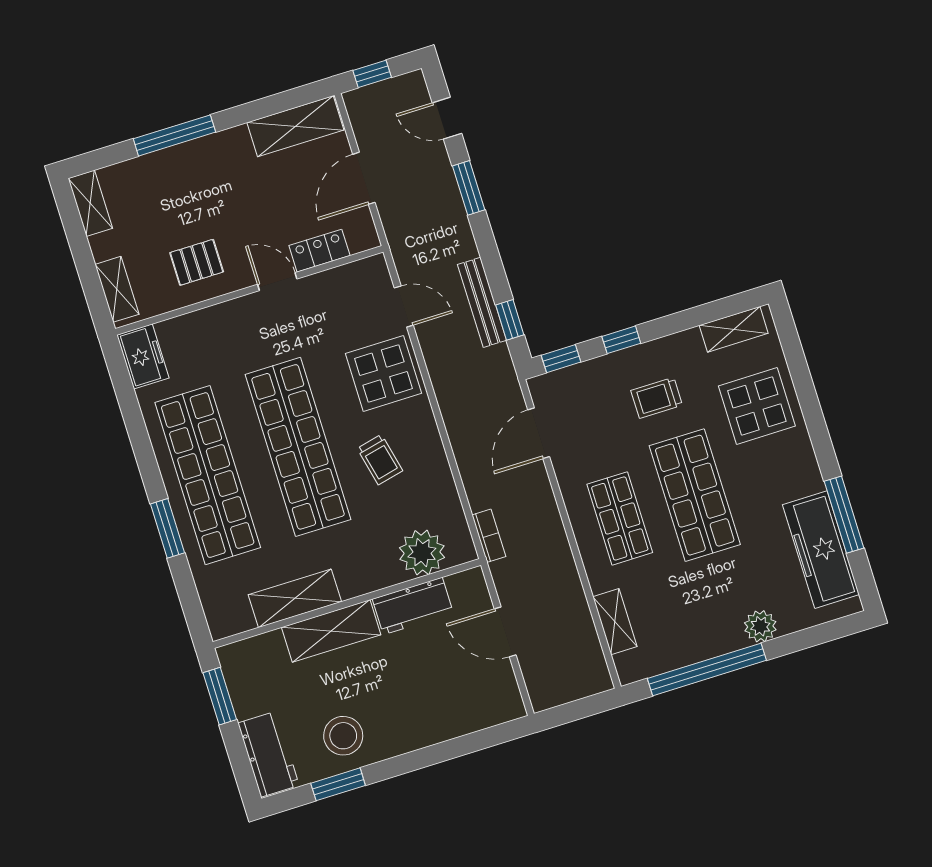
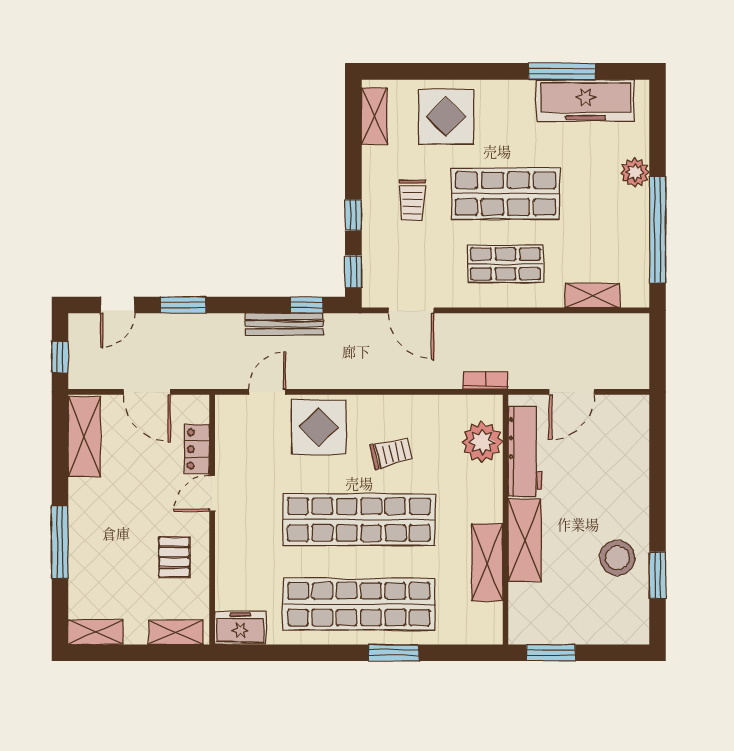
workbench: (413, 606) -> (525, 452), width x1.37
workbench: (268, 754) -> (613, 627), removed

